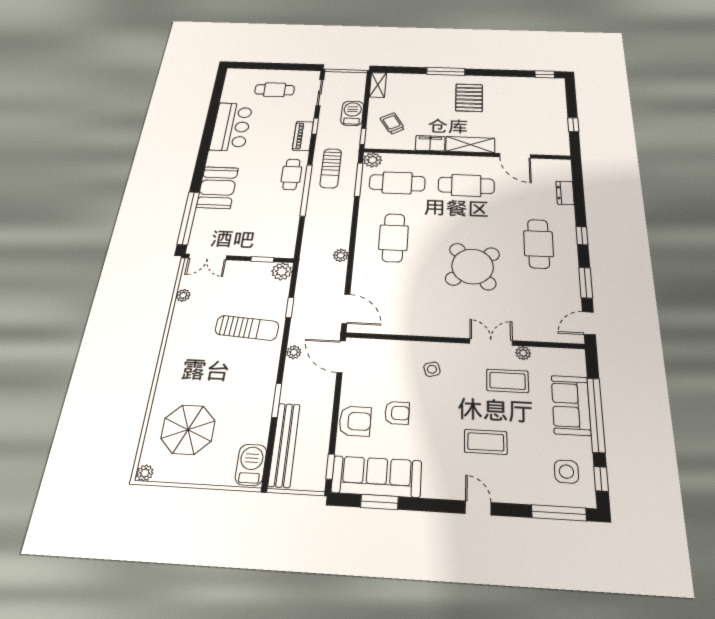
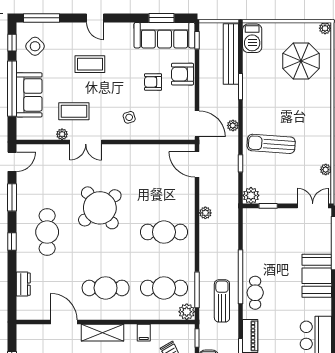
filing cabinet: (430, 143) -> (144, 333), width x0.50
cafe table: (393, 238) -> (164, 232), turned 90
side table: (566, 472) -> (35, 46), turned 45

